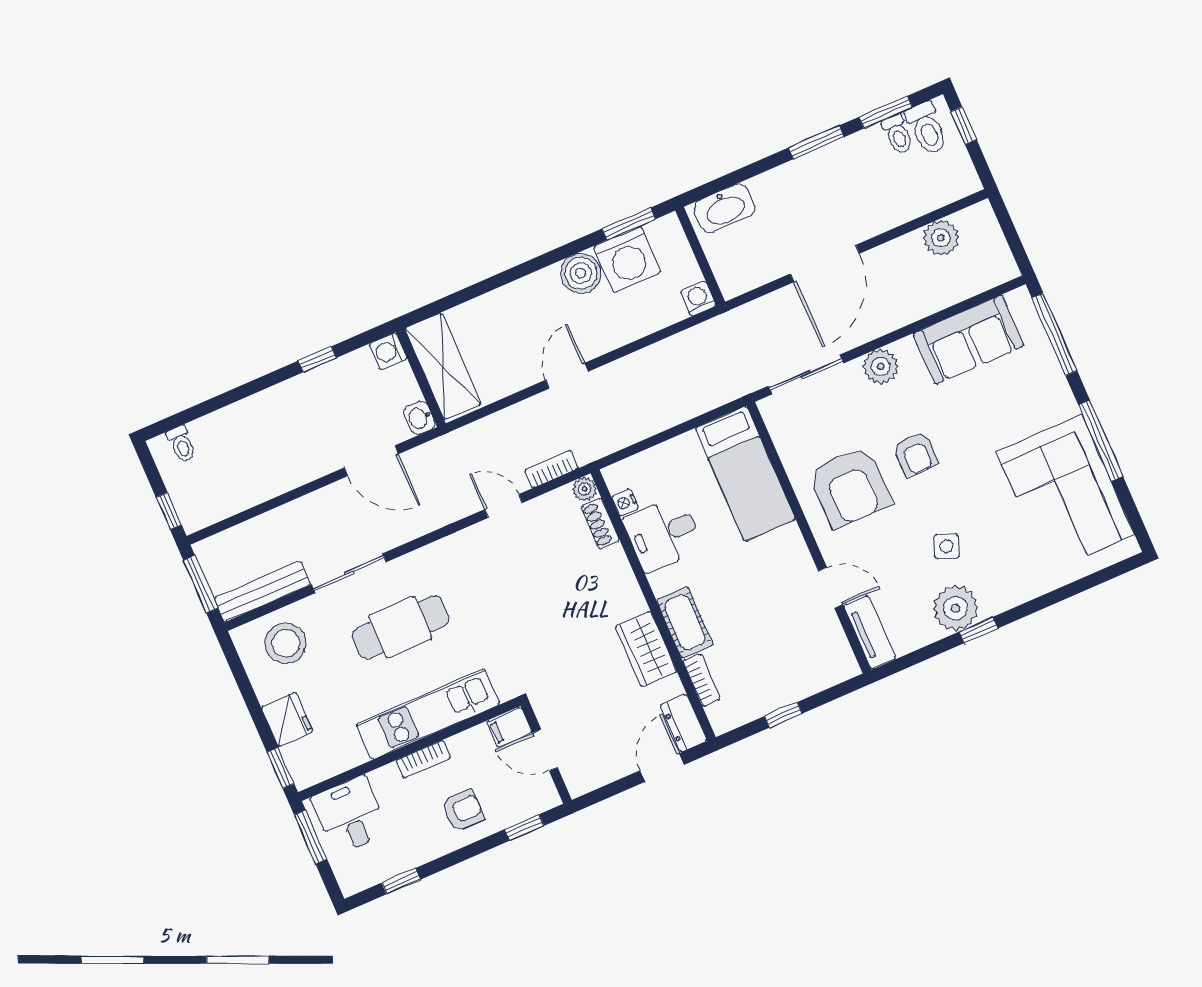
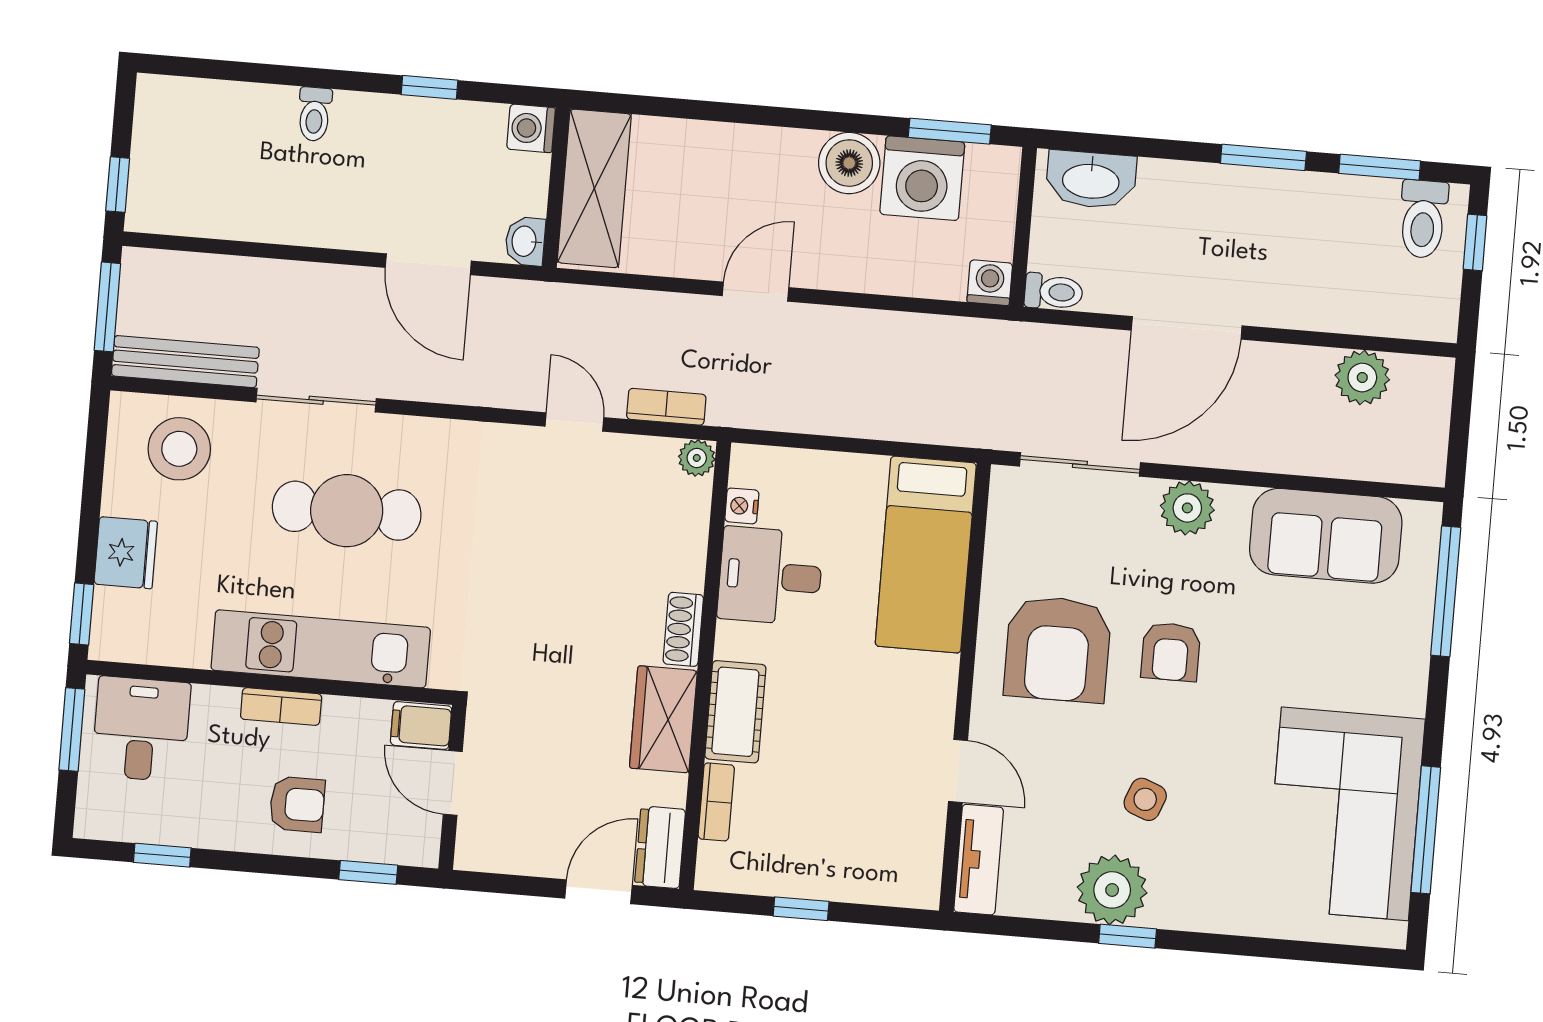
toilet: (897, 134) -> (1054, 292), moved, turned -90
window: (1101, 441) -> (1426, 830), moved
toilet: (181, 444) -> (315, 114), moved
shoe rack: (600, 524) -> (683, 629), moved

